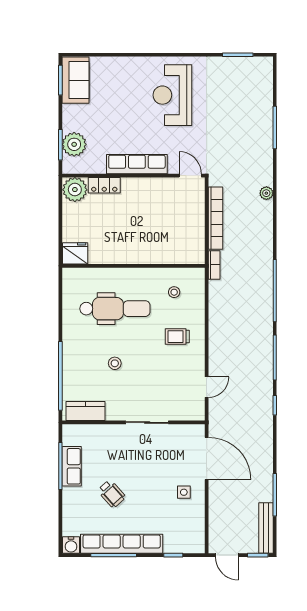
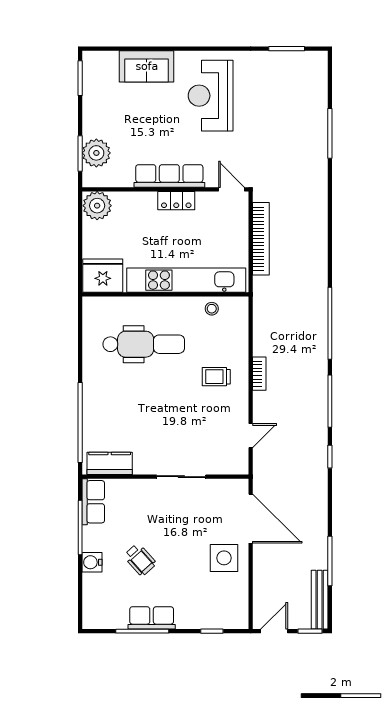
sofa: (75, 80) -> (147, 66), moved, turned 90
locker: (104, 185) -> (176, 201), moved
plant: (266, 193) -> (320, 210), removed
fridge: (75, 253) -> (103, 276), width x1.36, depth x1.34
kitchen unit: (151, 254) -> (186, 280), added
bookcase: (214, 265) -> (259, 374), moved
stool: (174, 292) -> (212, 309), moved
stool: (115, 363) -> (144, 408), removed
row of seats: (72, 466) -> (93, 502), moved
side table: (184, 492) -> (224, 558), width x1.87, depth x1.87
row of seats: (122, 544) -> (152, 618), width x0.50
water cooler: (71, 545) -> (92, 562), moved, turned 90
door: (227, 555) -> (274, 631), swing flipped

